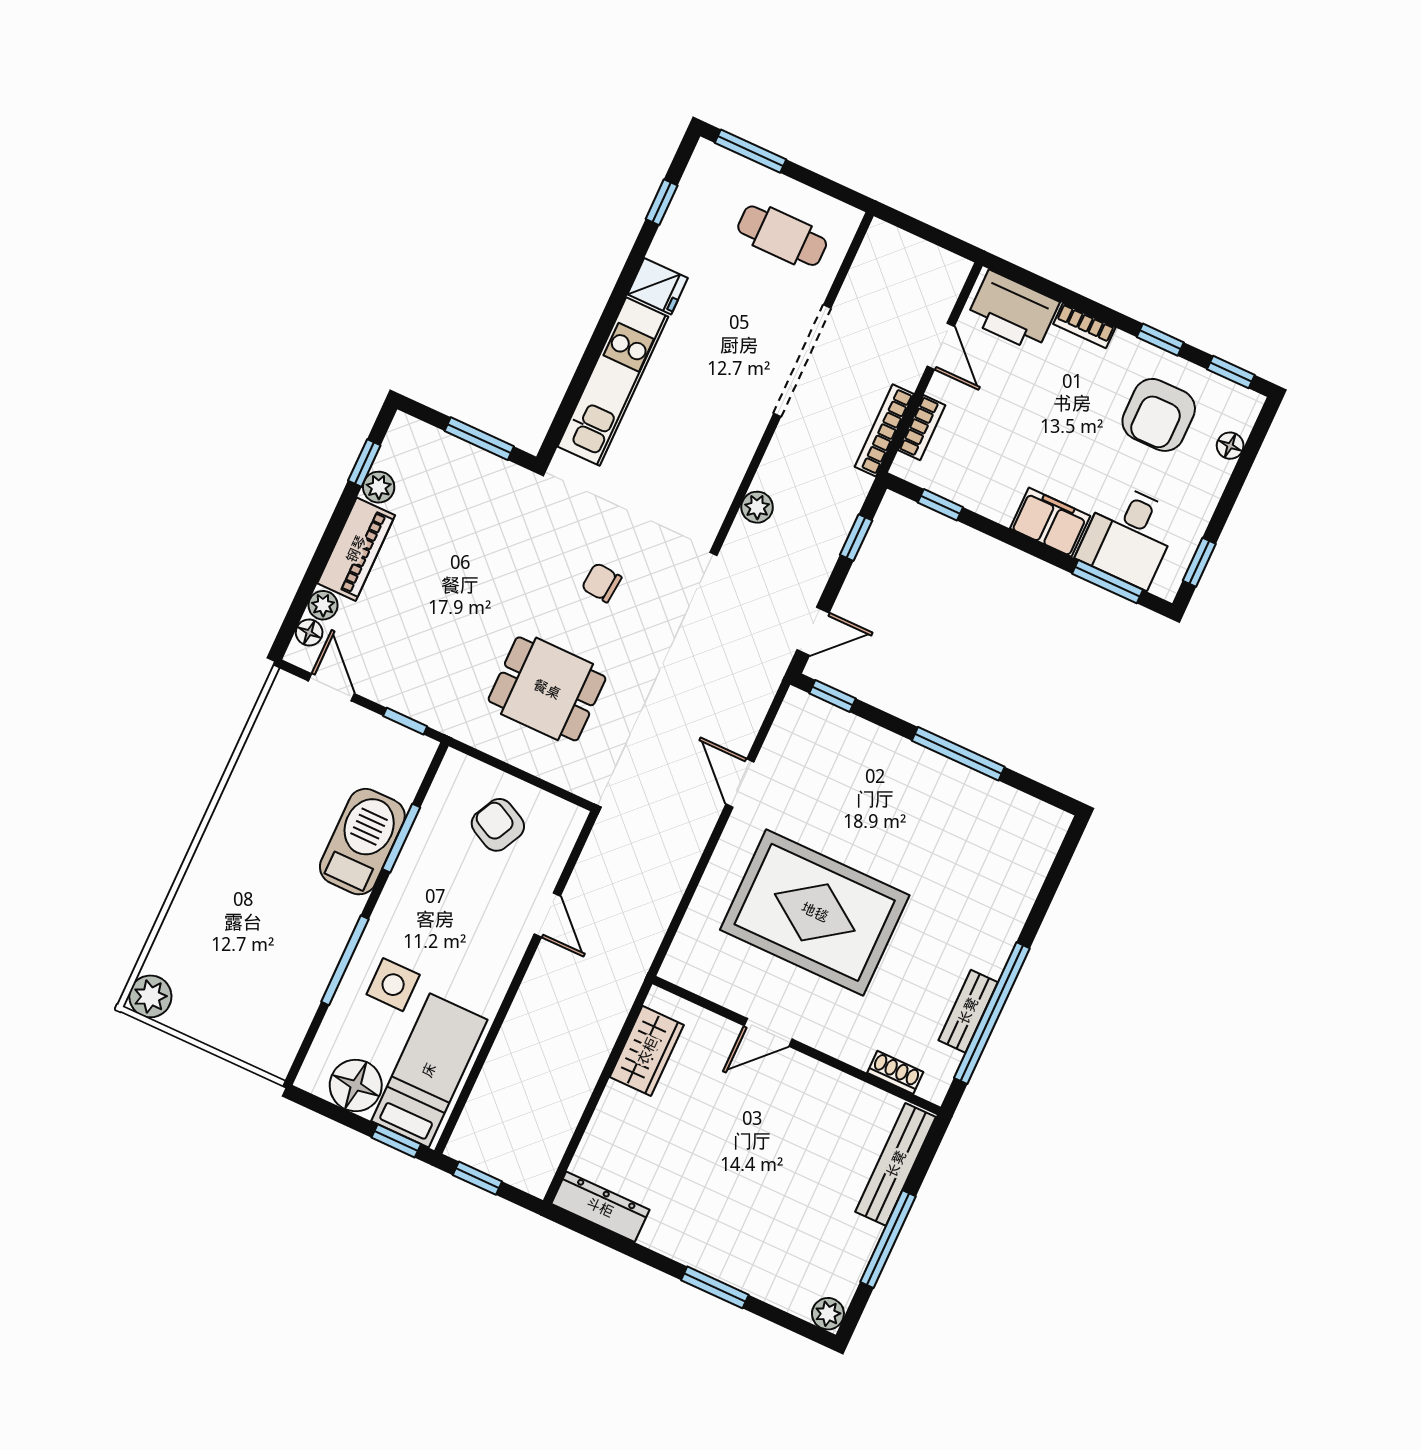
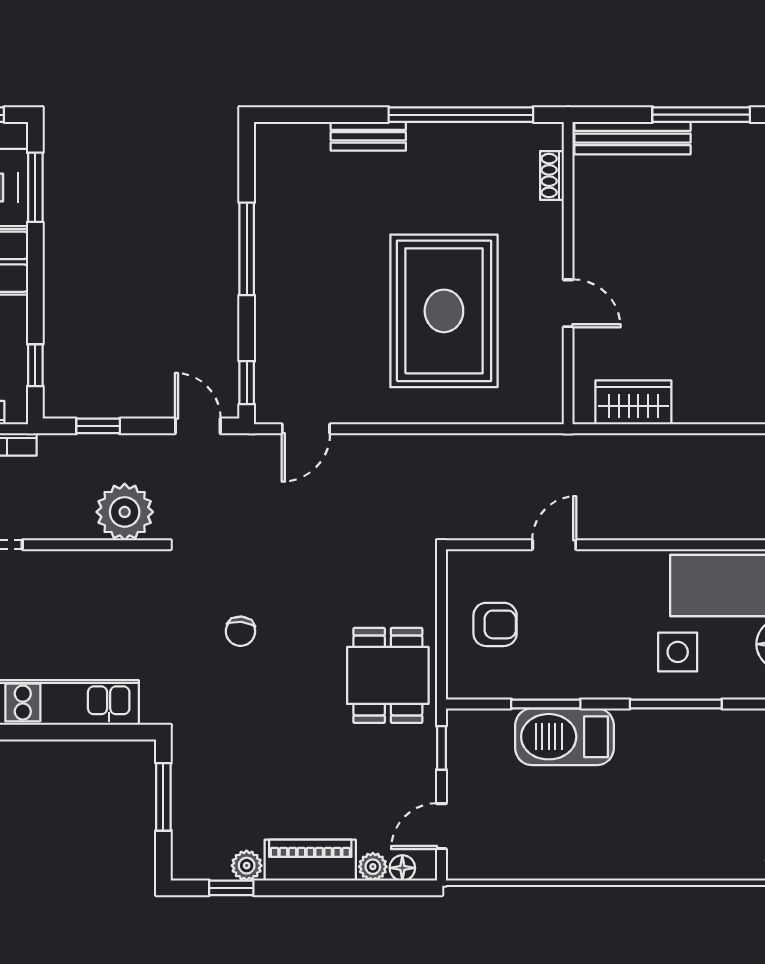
plant: (757, 507) -> (125, 512), width x1.87, depth x1.87
dining table: (547, 689) -> (388, 675), moved
door: (740, 783) -> (306, 429), moved
armchair: (498, 825) -> (495, 624), turned -117
bench: (968, 1011) -> (368, 136), moved

